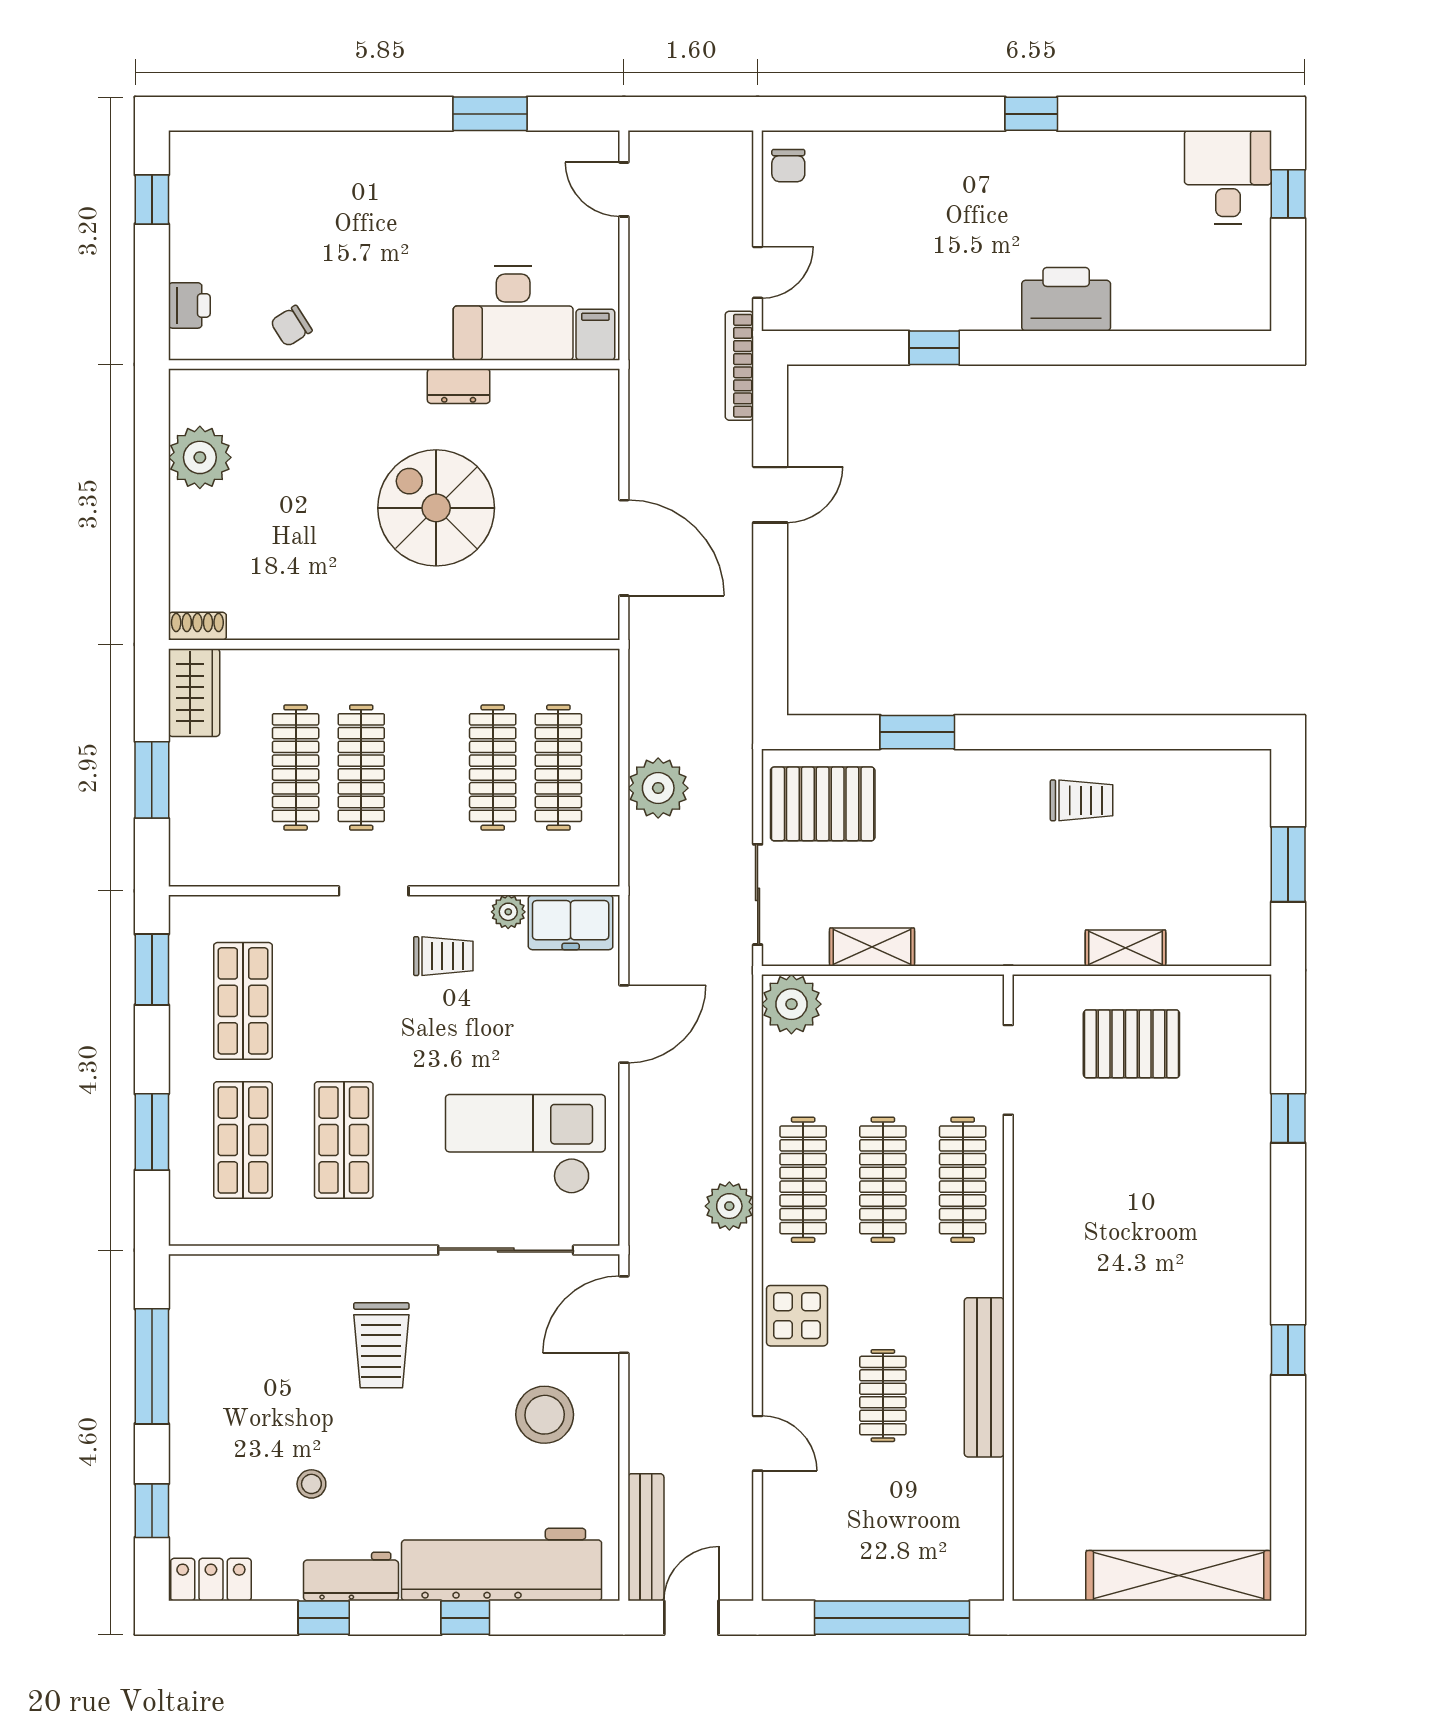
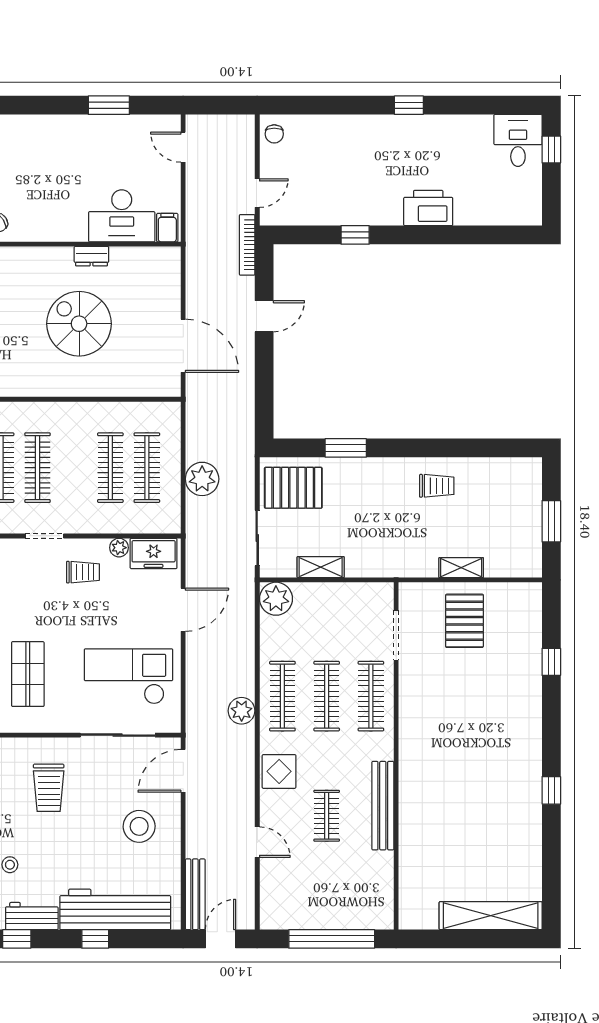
pallet: (1131, 1044) -> (464, 621), turned 90

